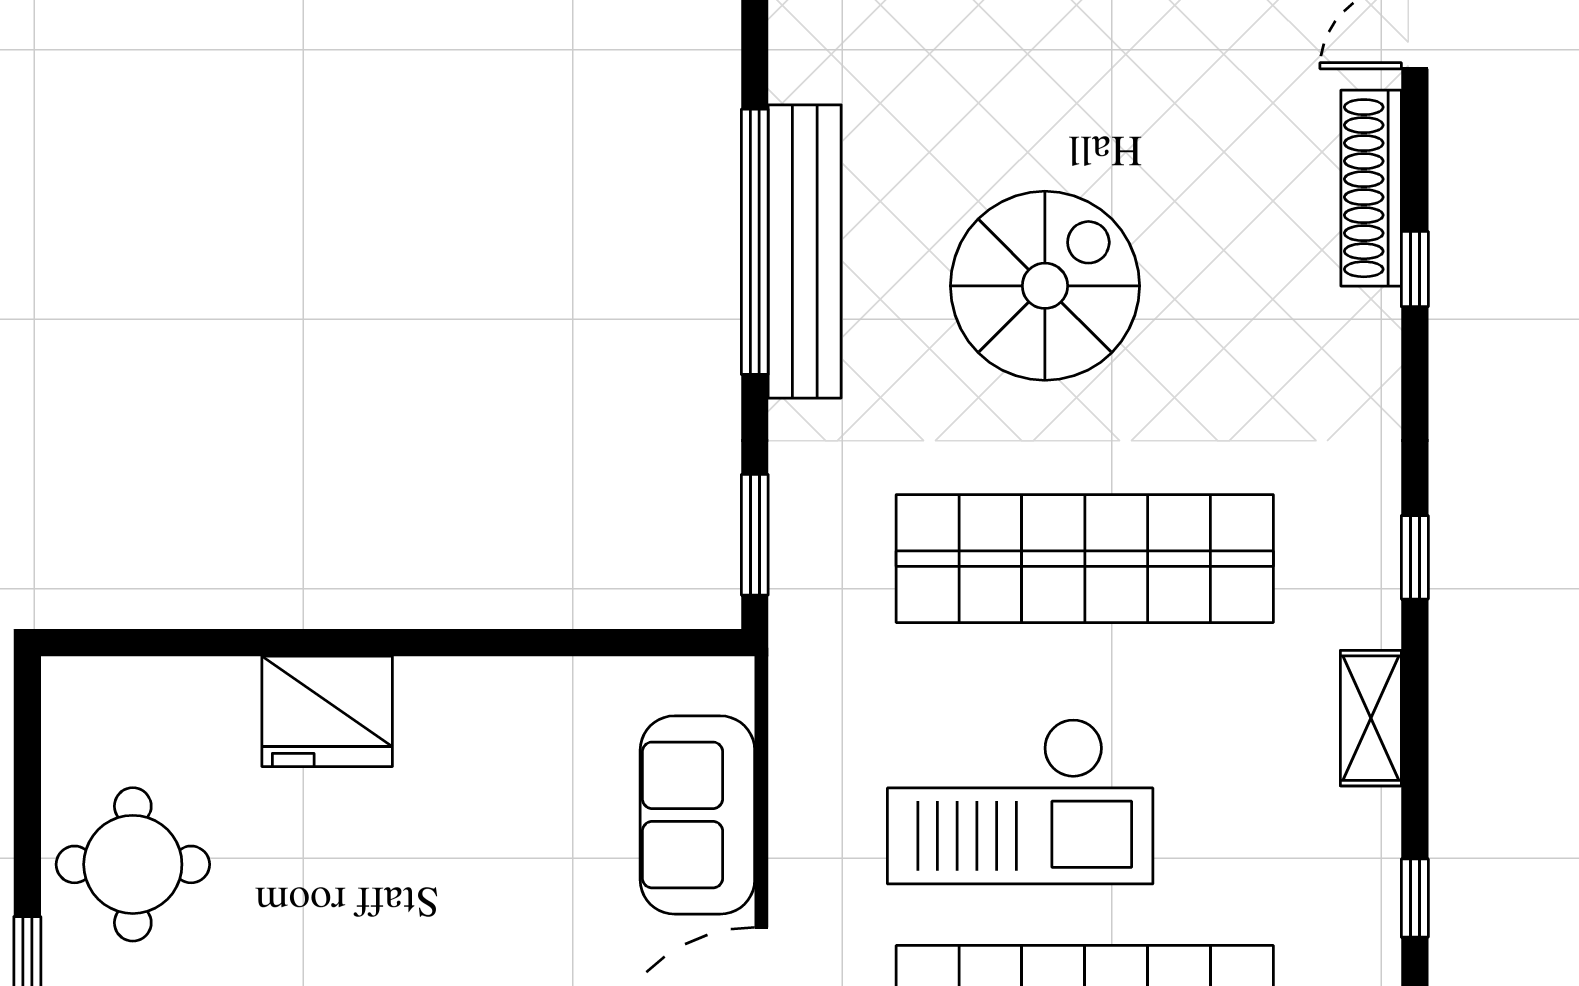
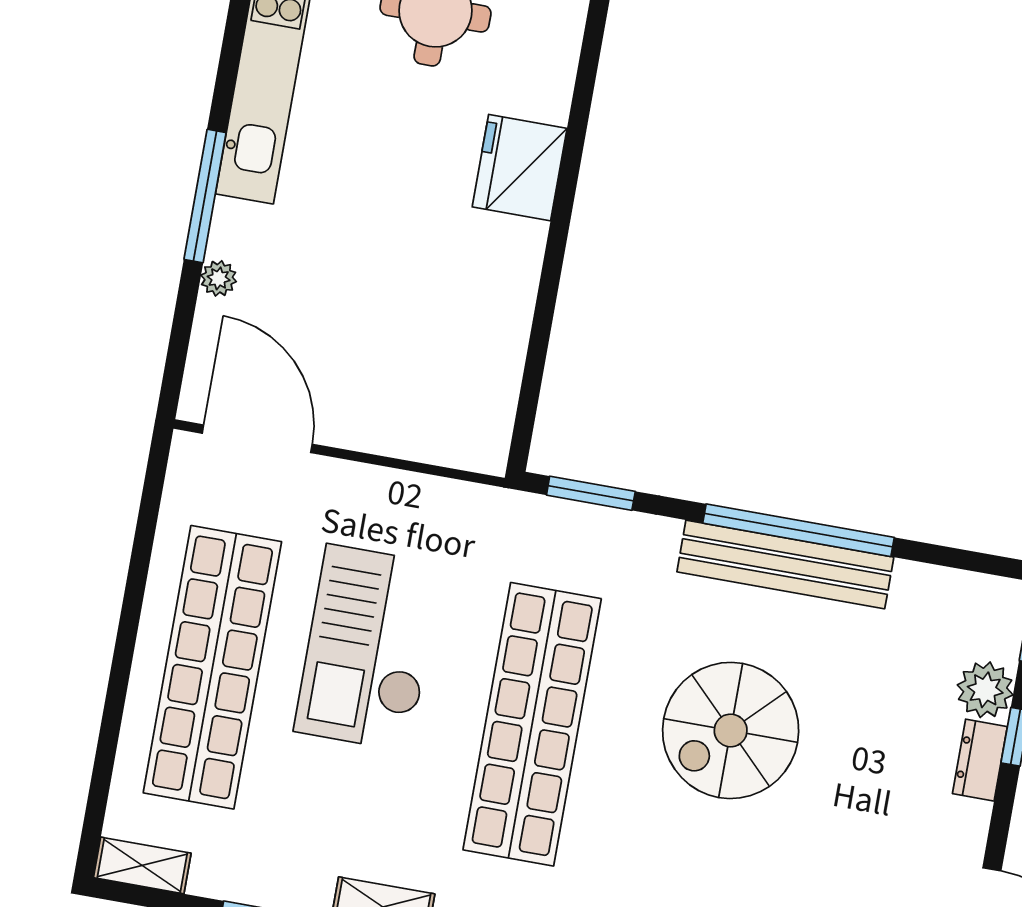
spiral stairs: (1045, 286) -> (731, 730), turned 90
sofa: (697, 815) -> (399, 417), removed

